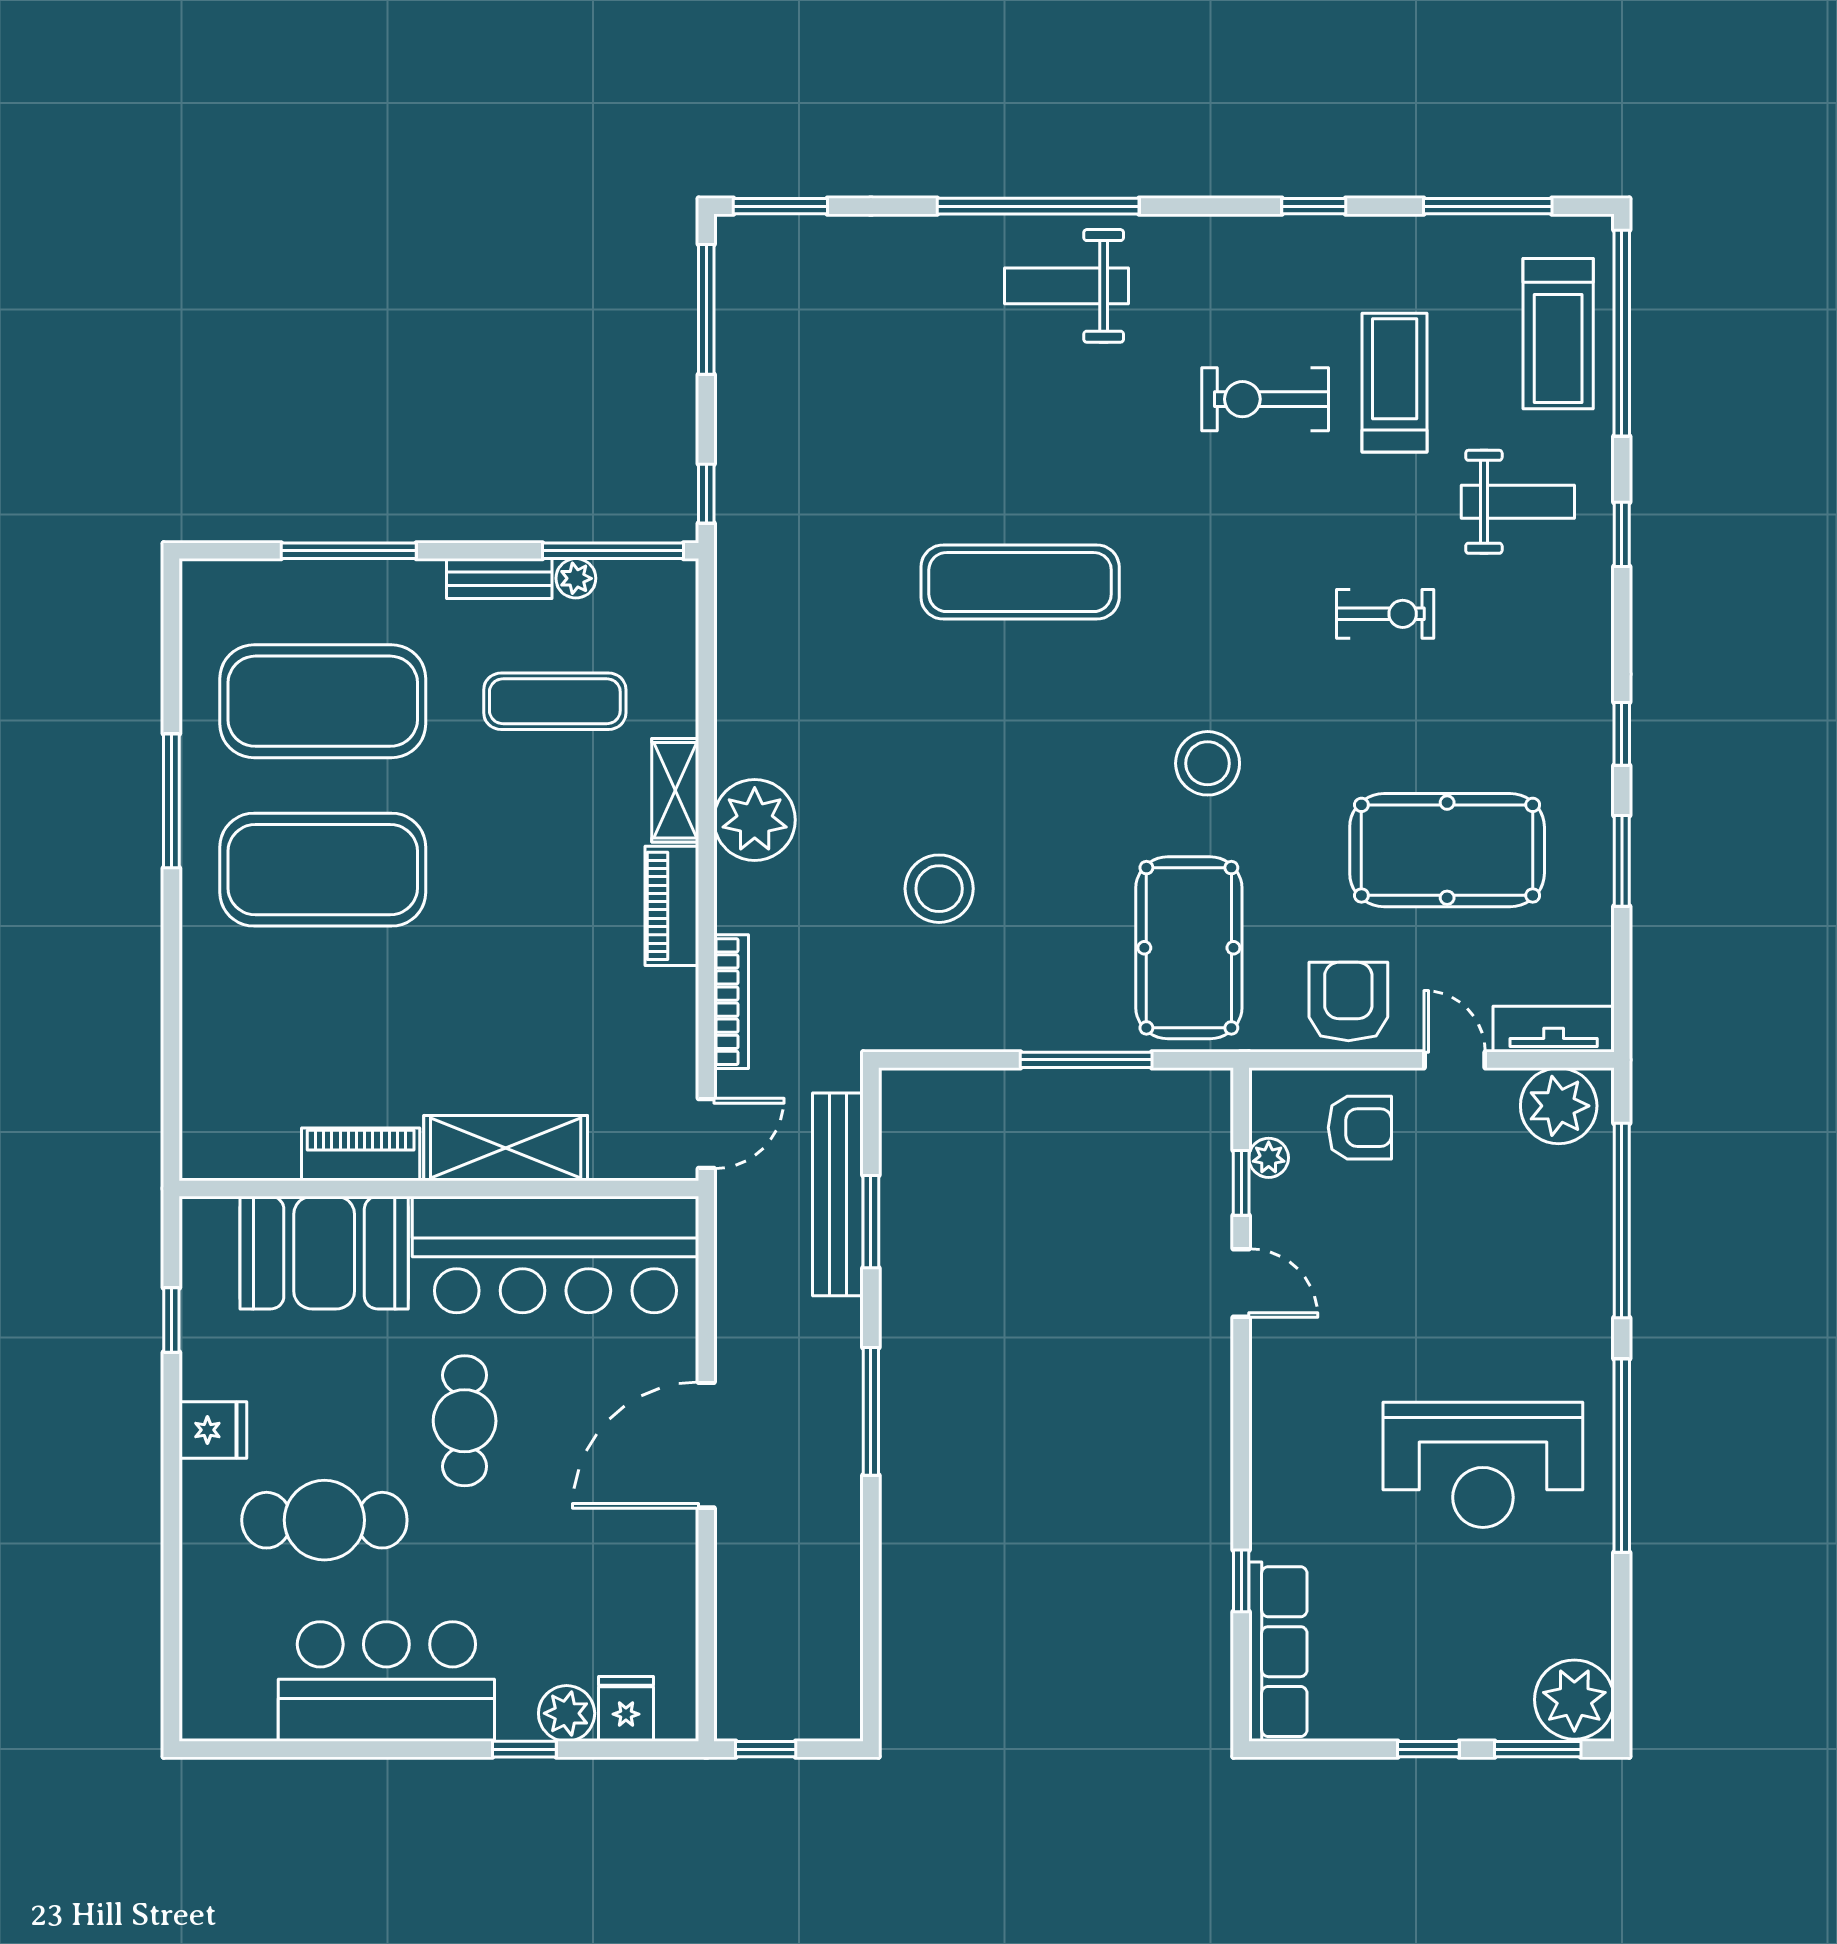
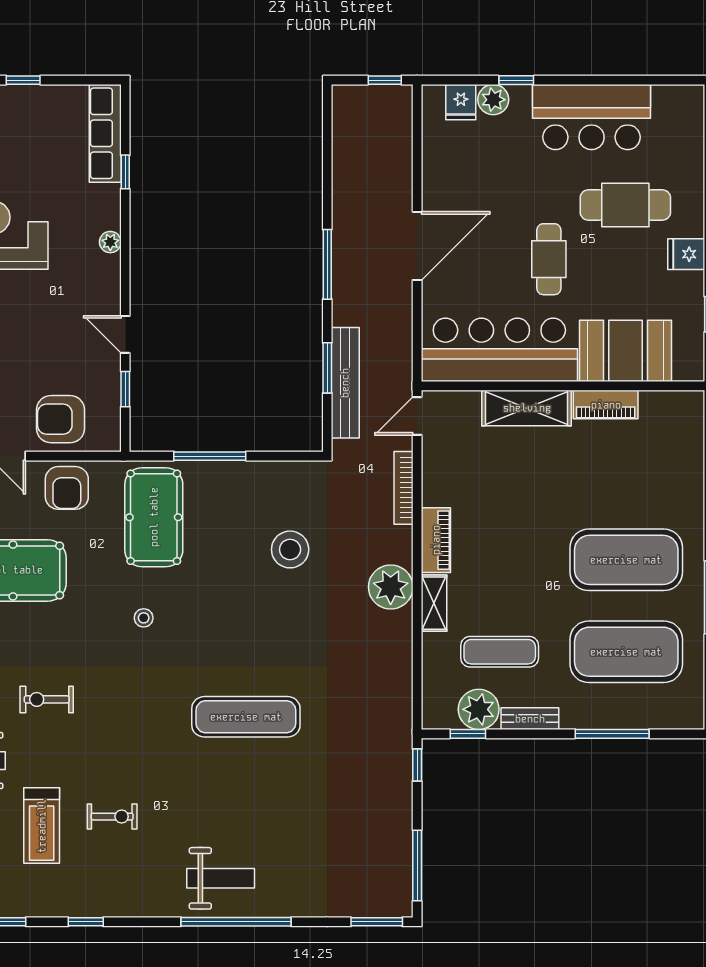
exercise bike: (1265, 399) -> (112, 817), width x0.73, depth x0.72
window: (613, 551) -> (468, 734), width x0.46
plant: (576, 578) -> (479, 709), width x1.88, depth x1.88
stool: (1208, 763) -> (144, 618), width x0.53, depth x0.53
armchair: (1360, 1128) -> (61, 419), width x1.38, depth x1.38
plant: (1269, 1158) -> (110, 242), moved

